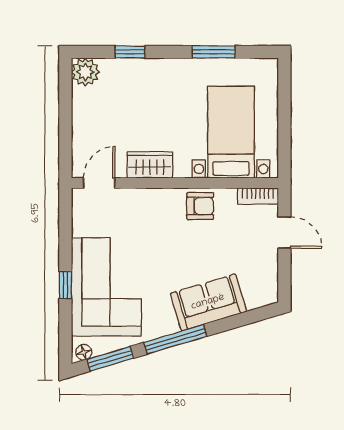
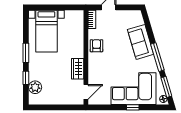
window: (214, 52) -> (26, 53), moved
plant: (85, 72) -> (35, 87), moved
bed with nightstands: (231, 132) -> (46, 31), moved, turned -90
door: (99, 183) -> (86, 92), swing flipped

